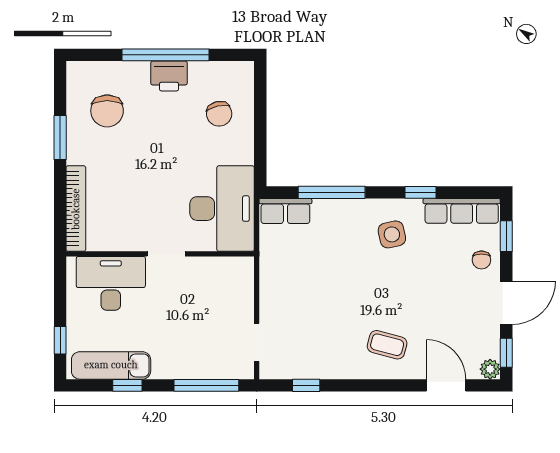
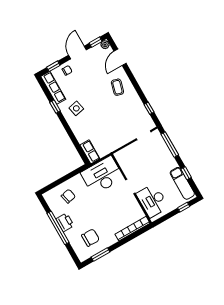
window: (60, 137) -> (101, 255), moved
window: (332, 192) -> (74, 139), removed
door: (506, 303) -> (77, 53), hinge flipped

